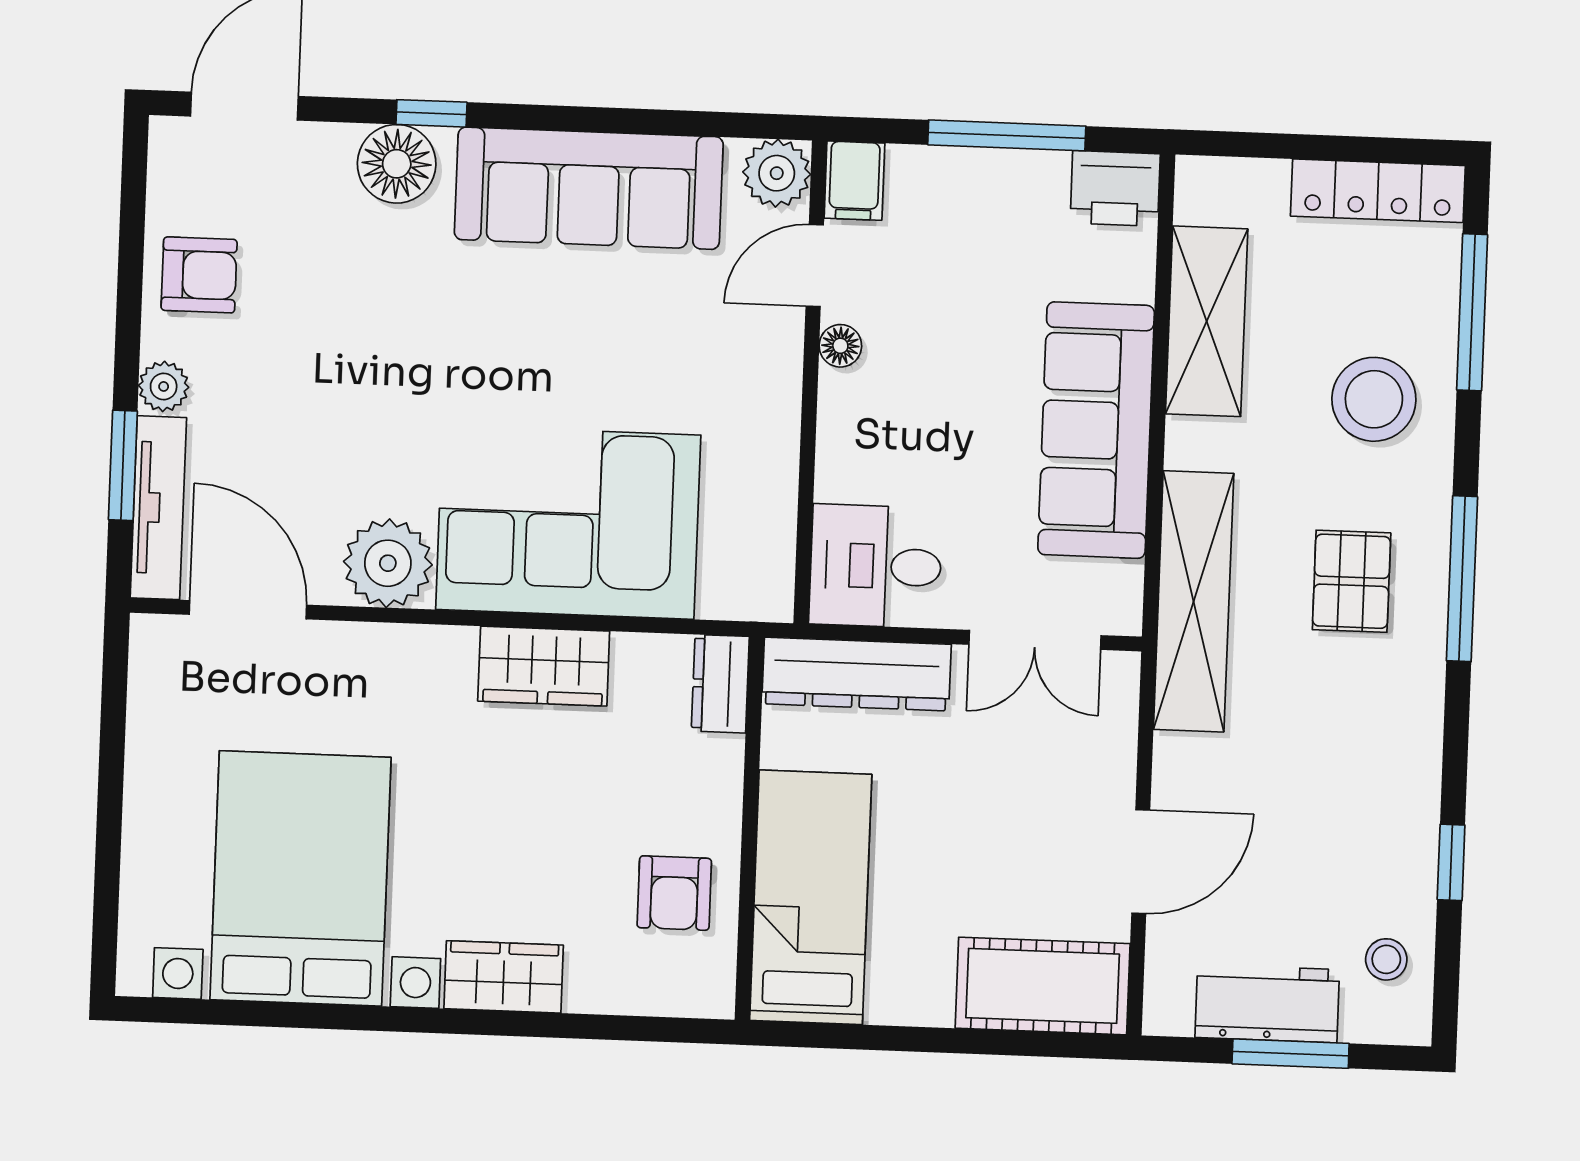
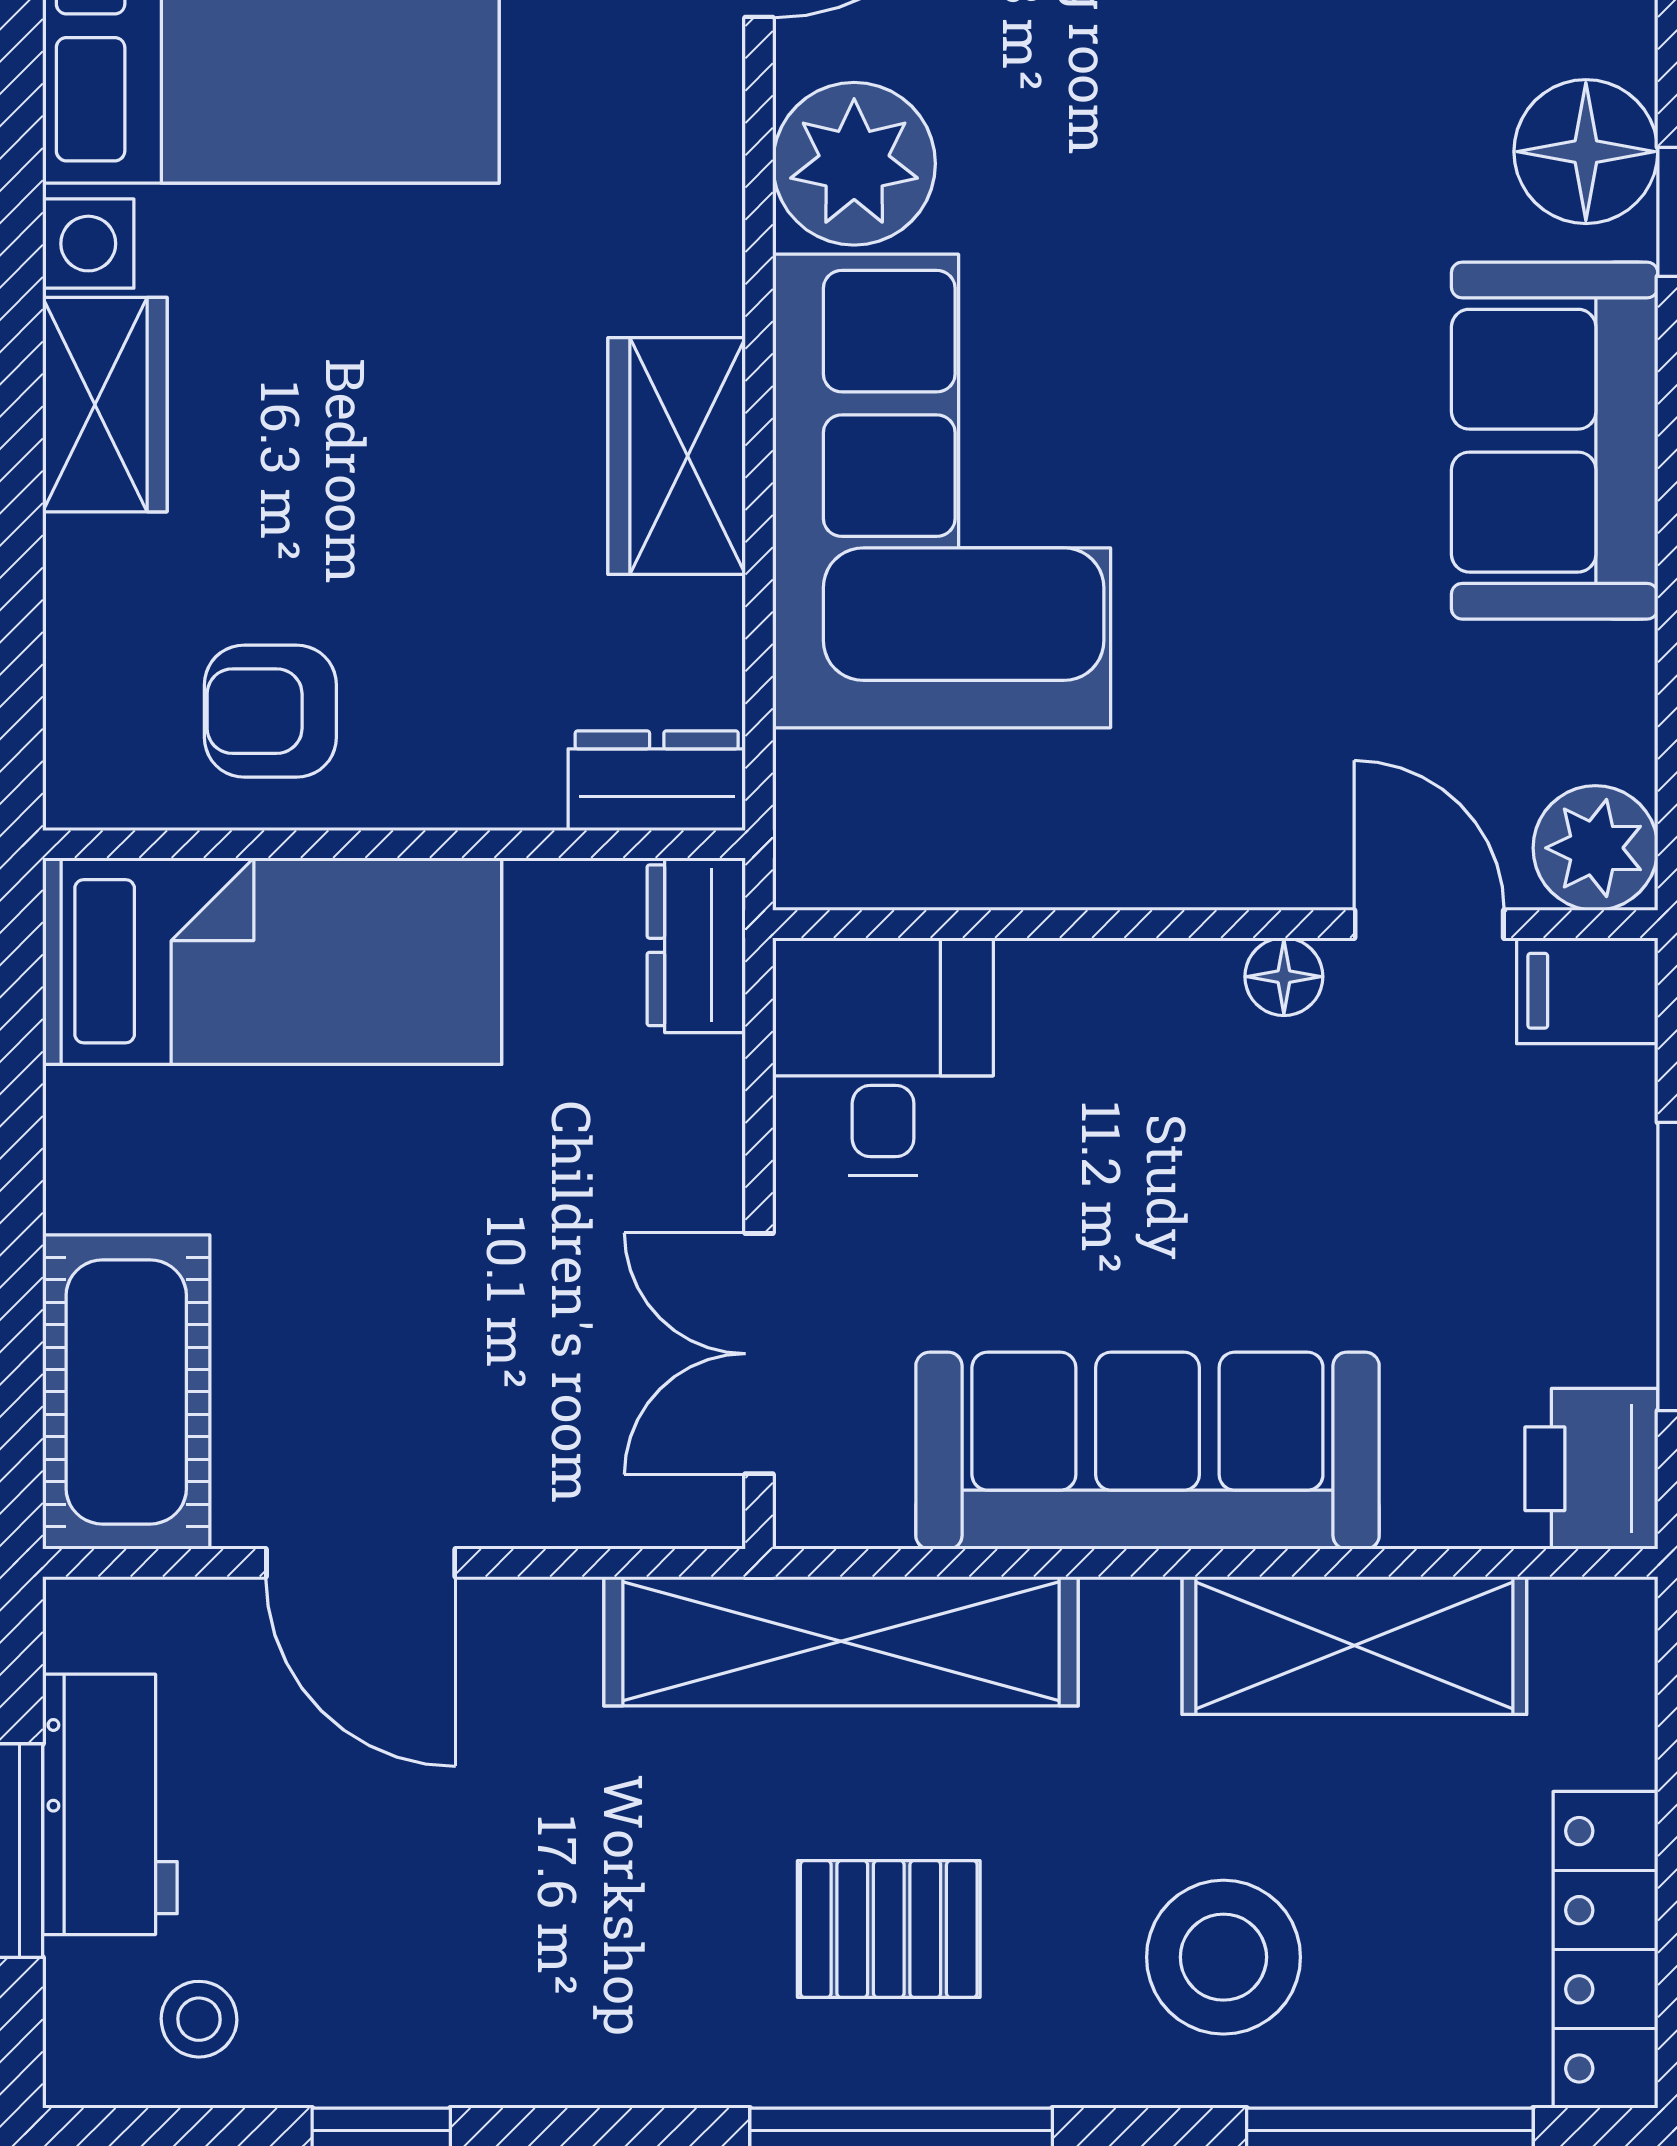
sofa: (589, 188) -> (1555, 441), width x0.73
dresser: (857, 674) -> (696, 945), width x0.51, depth x0.80

